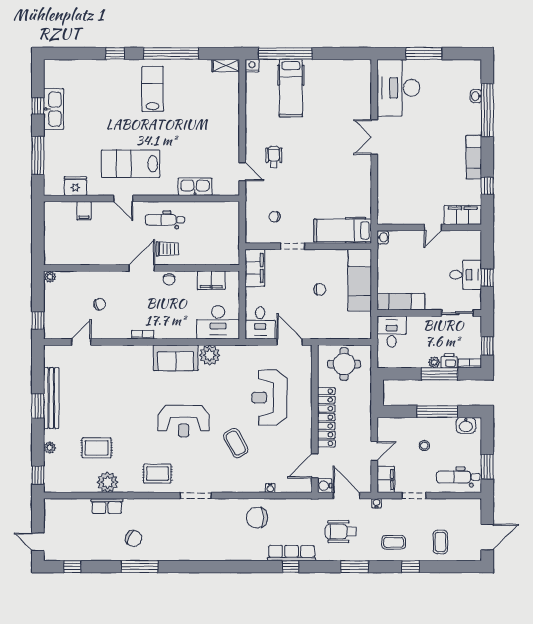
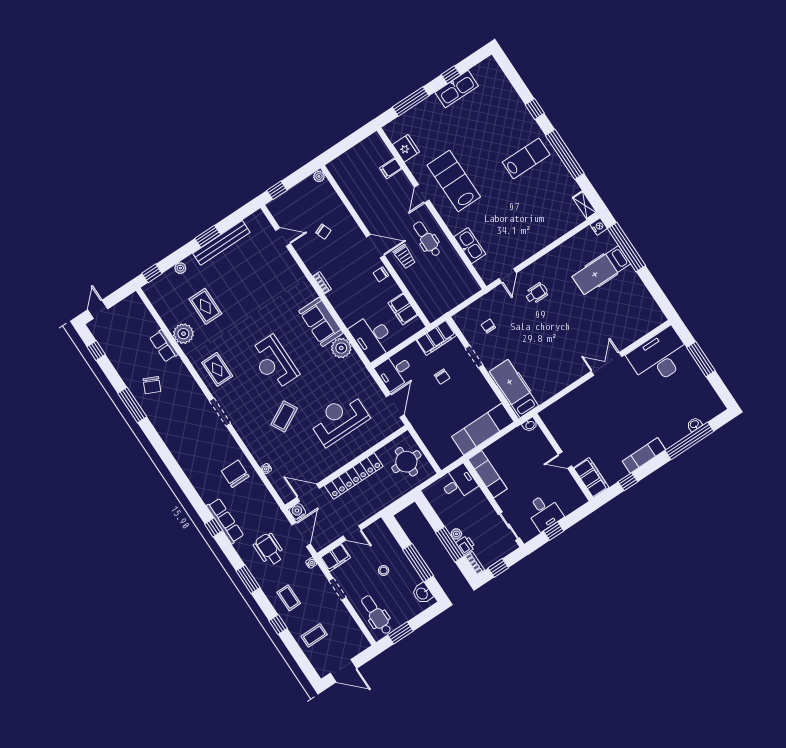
chair: (320, 289) -> (442, 377), moved

